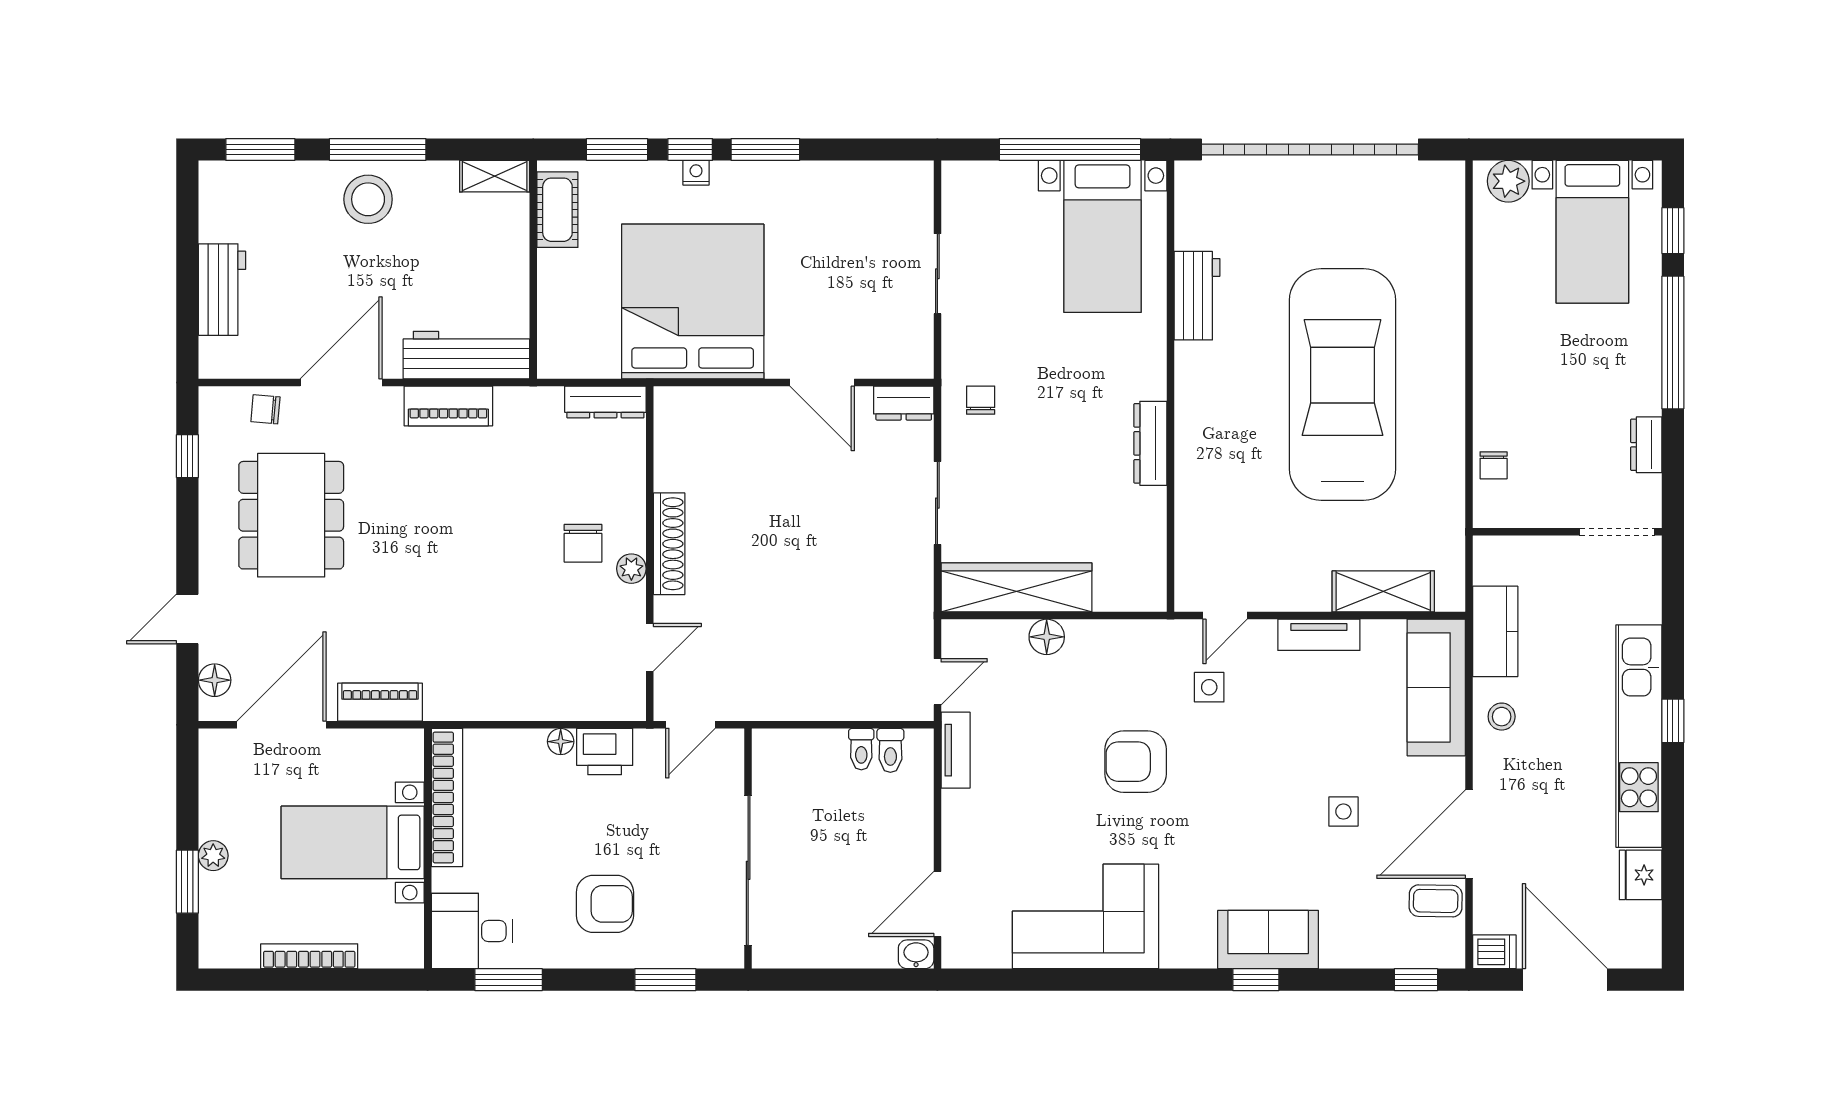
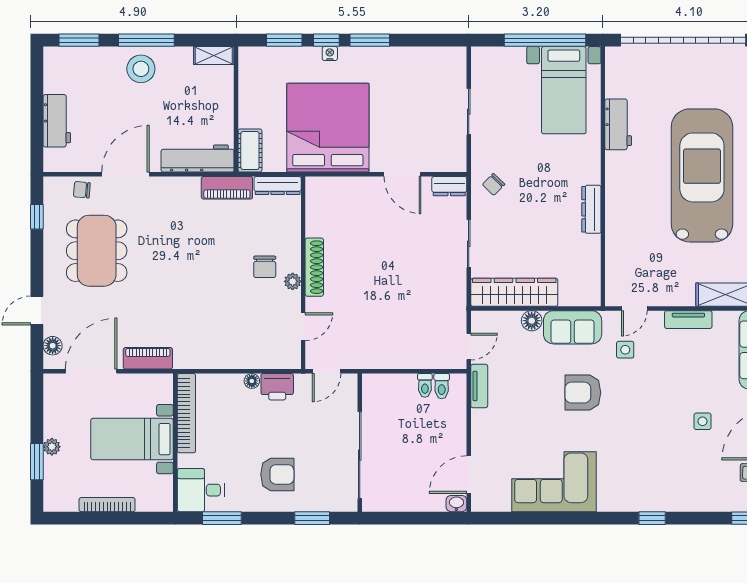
cot: (557, 210) -> (250, 150), moved
chair: (981, 400) -> (494, 184), turned -136
piano: (448, 406) -> (227, 188), moved
sofa: (1268, 940) -> (573, 327), moved, turned 180

